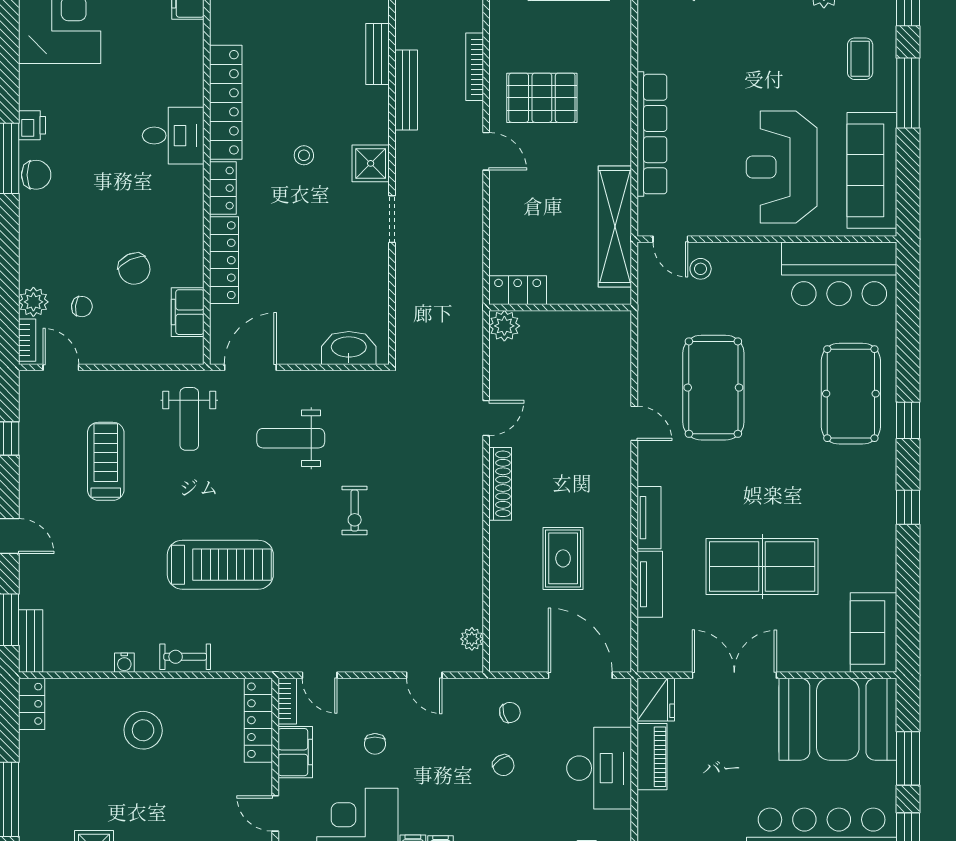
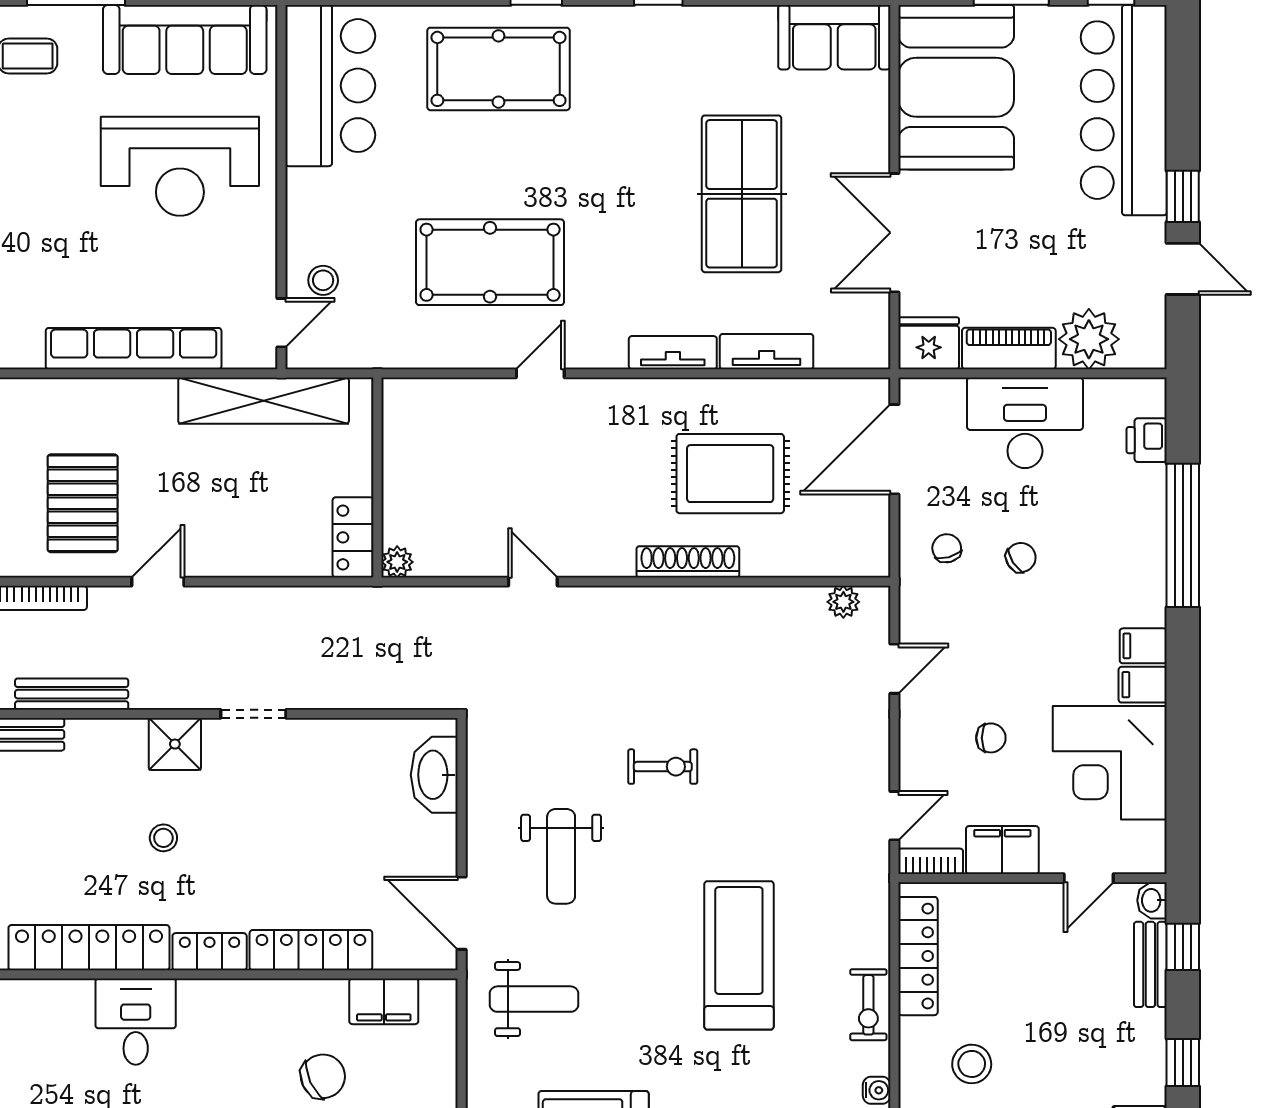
plant: (504, 326) -> (397, 562), width x0.73, depth x0.73
shoe rack: (500, 484) -> (688, 562), moved
rug: (563, 558) -> (730, 474), width x1.36, depth x1.43
locker: (258, 720) -> (918, 956), moved, turned -90
stool: (143, 730) -> (972, 1064), width x0.73, depth x0.73
plant: (659, 814) -> (1089, 339), added

